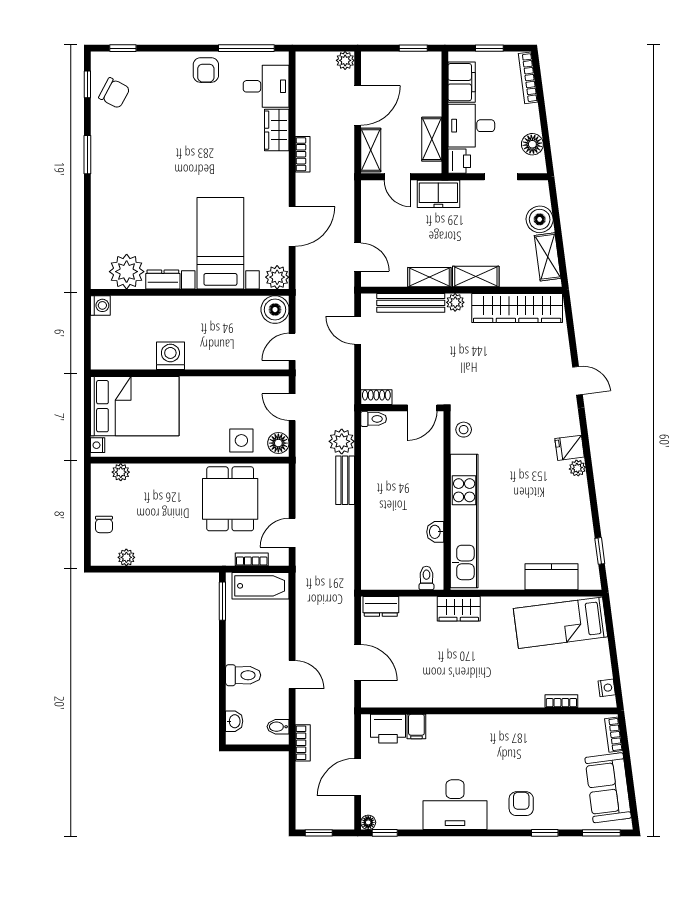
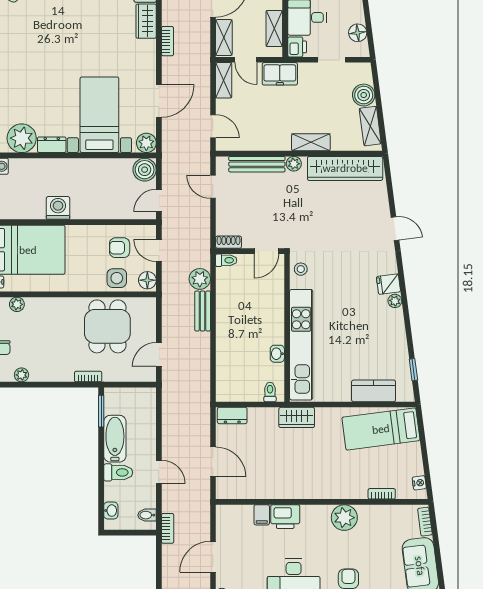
shelving: (429, 277) -> (224, 80), moved, turned 90
armchair: (245, 404) -> (120, 248), added
bookcase: (252, 559) -> (88, 377), moved
bathtub: (261, 586) -> (115, 439), moved, turned -90
printer: (388, 729) -> (285, 517), moved
plant: (516, 730) -> (344, 518), added

